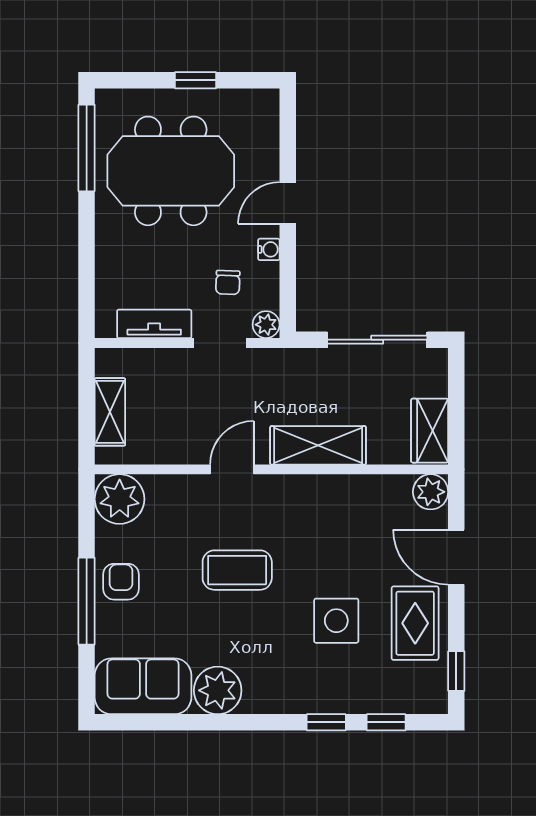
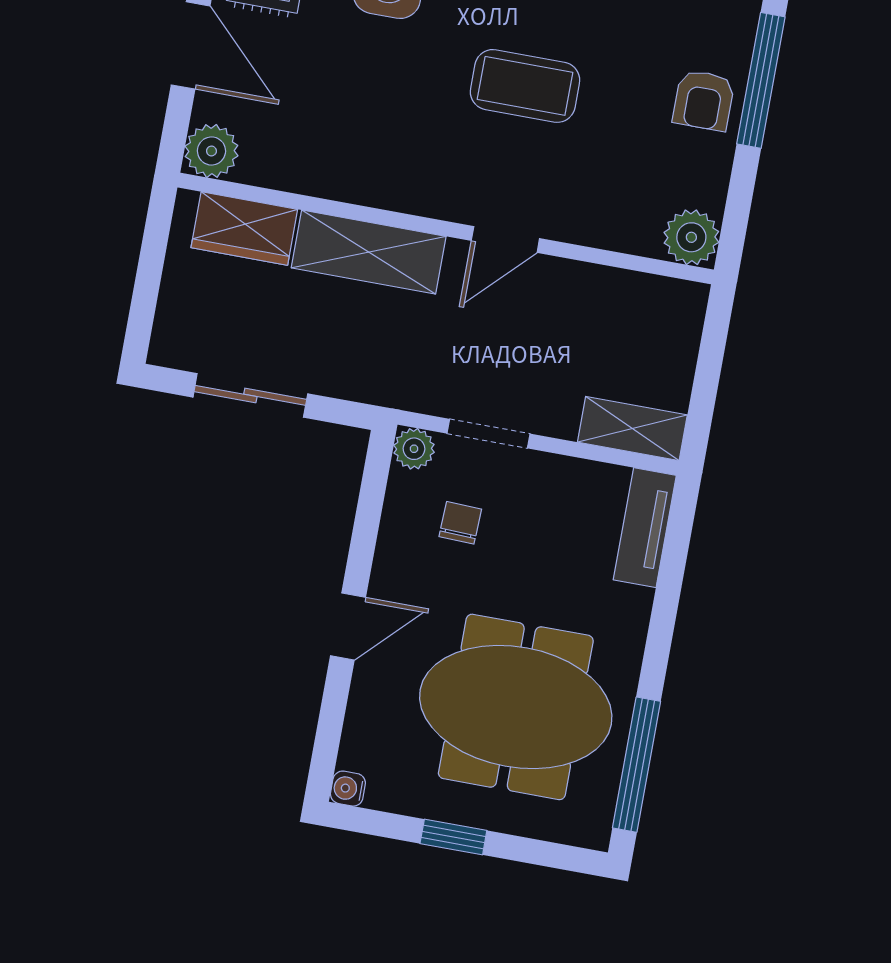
water cooler: (269, 249) -> (348, 789), moved
tv unit: (154, 324) -> (645, 528), moved, turned 90
sliding door: (377, 340) -> (250, 395), width x0.73
shelving: (110, 412) -> (632, 429), moved, turned 90
wardrobe: (430, 431) -> (244, 229), moved, turned 90
plant: (120, 499) -> (691, 237), width x0.73, depth x0.73

